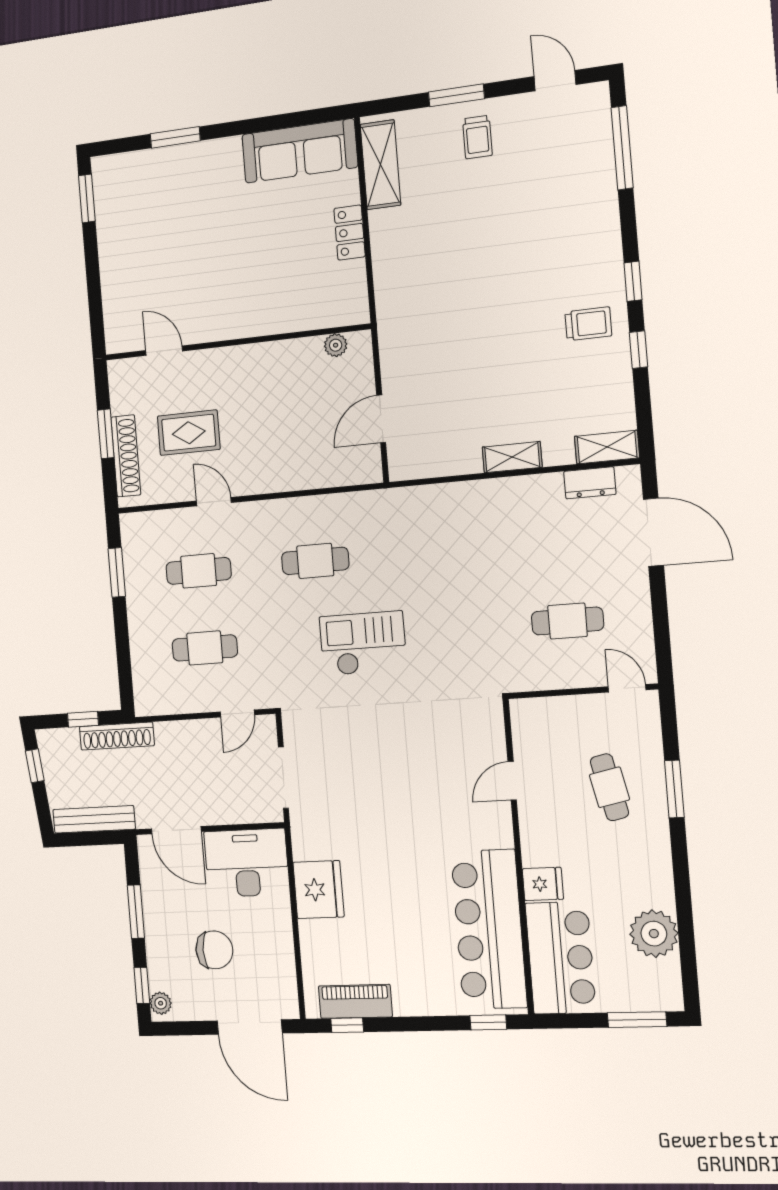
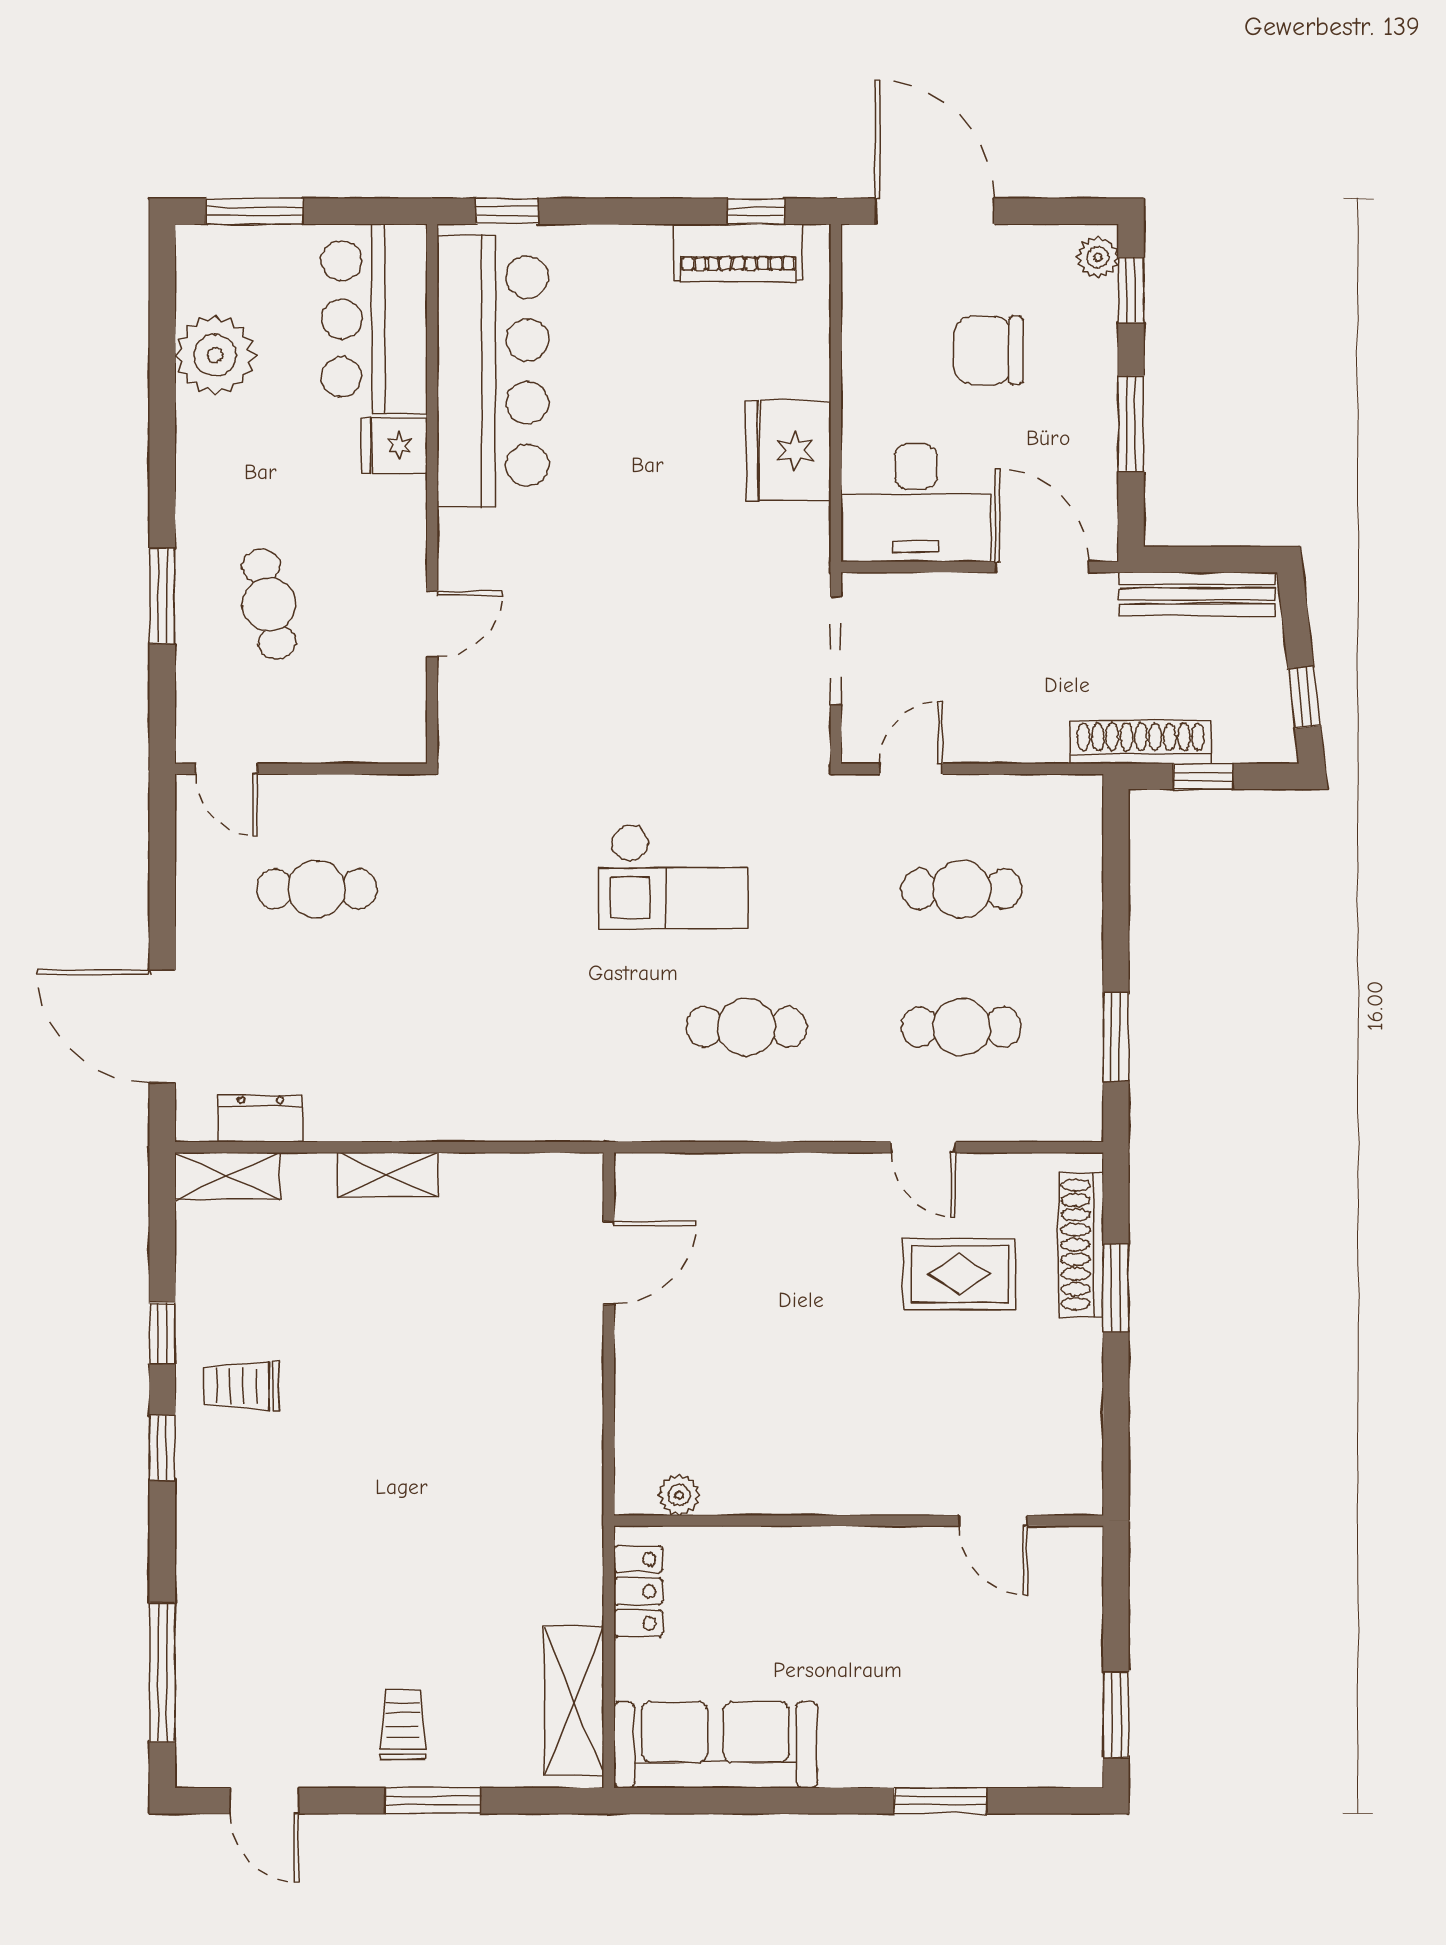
wall: (236, 342) -> (859, 1521), moved
plant: (336, 345) -> (679, 1495), moved
door: (164, 351) -> (993, 1521), moved

